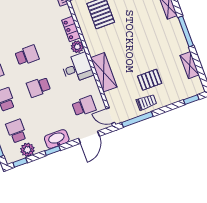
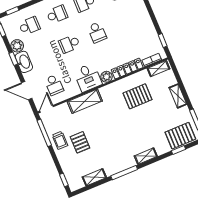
locker: (71, 29) -> (127, 69), width x1.53
school desk: (38, 87) -> (69, 44), turned -90
plant: (27, 150) -> (17, 46), moved

